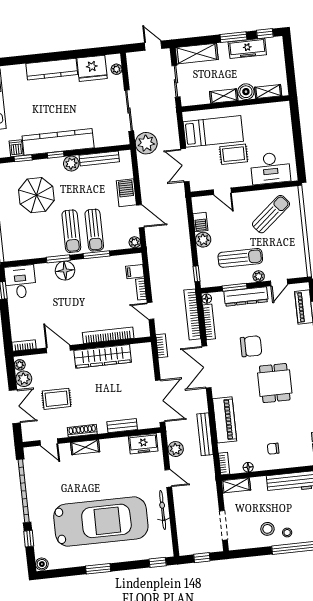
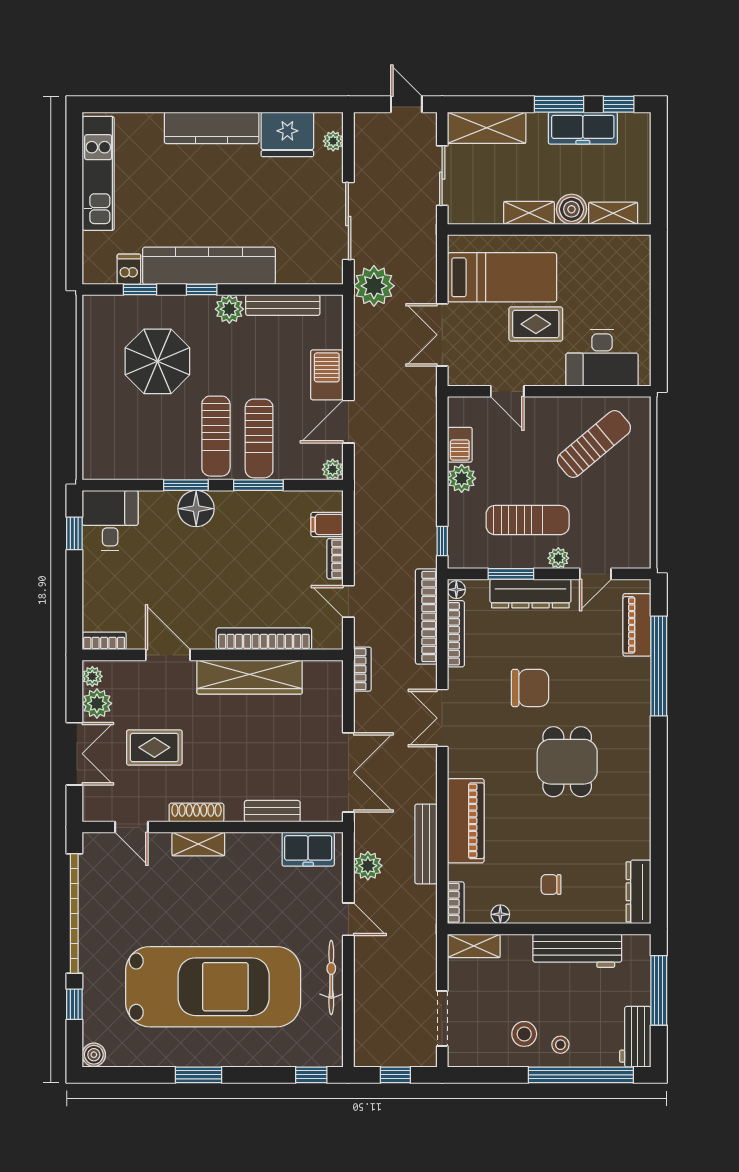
door: (140, 216) -> (348, 422), swing flipped
double door: (206, 367) -> (442, 718), width x0.73

